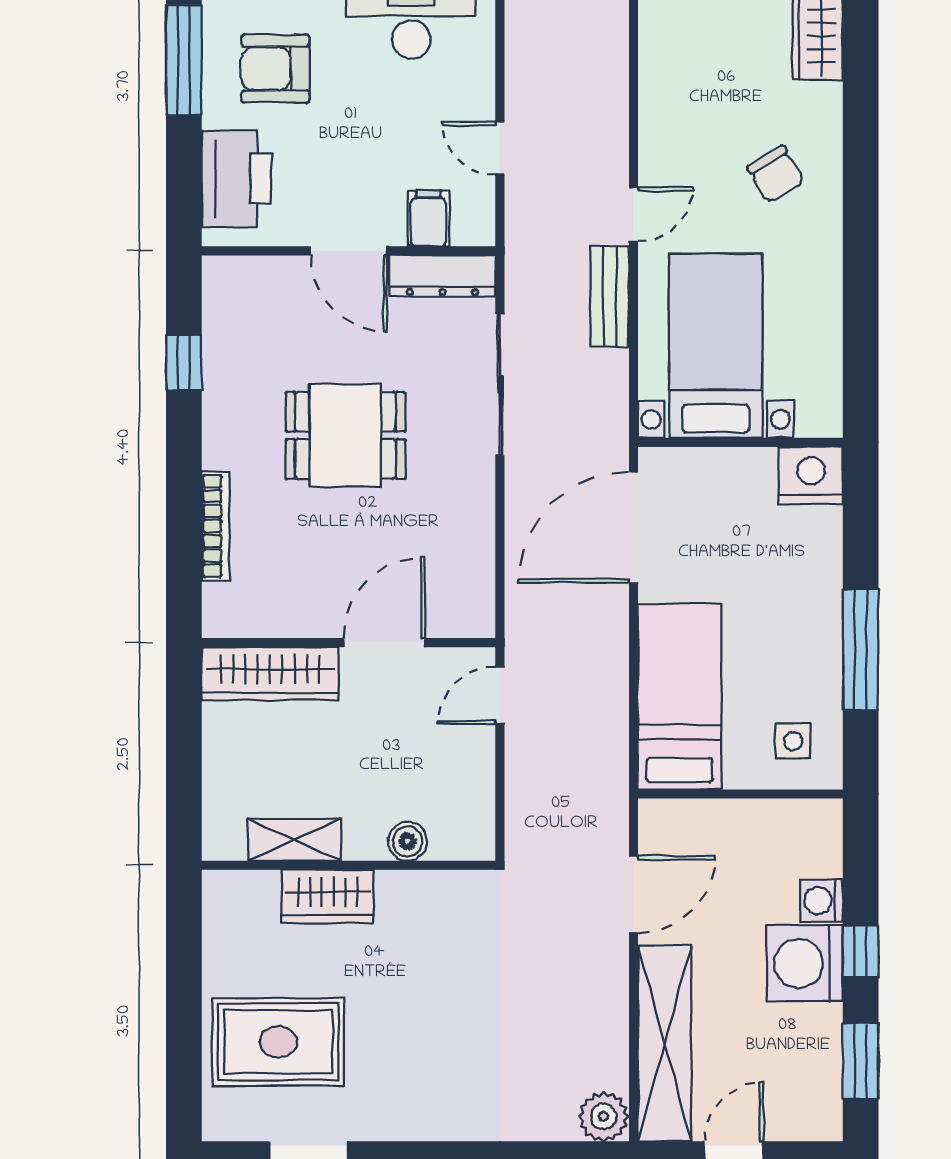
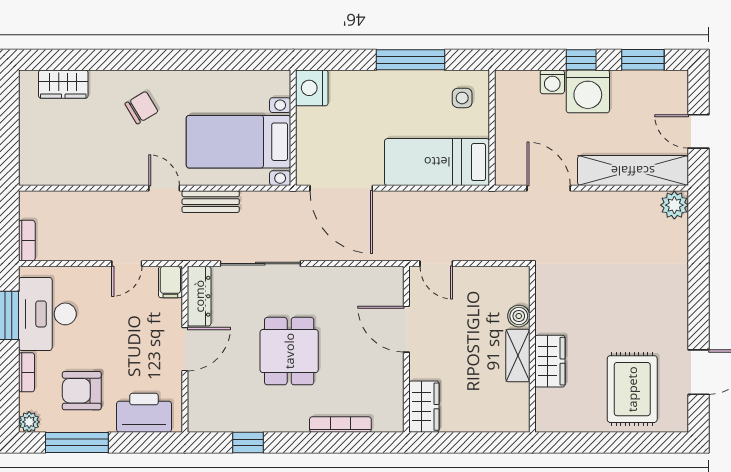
armchair: (275, 69) -> (82, 391), turned 90
filing cabinet: (428, 218) -> (170, 282), moved, turned -90
wardrobe: (270, 674) -> (424, 407), width x0.67
shelving: (294, 840) -> (518, 355), moved

